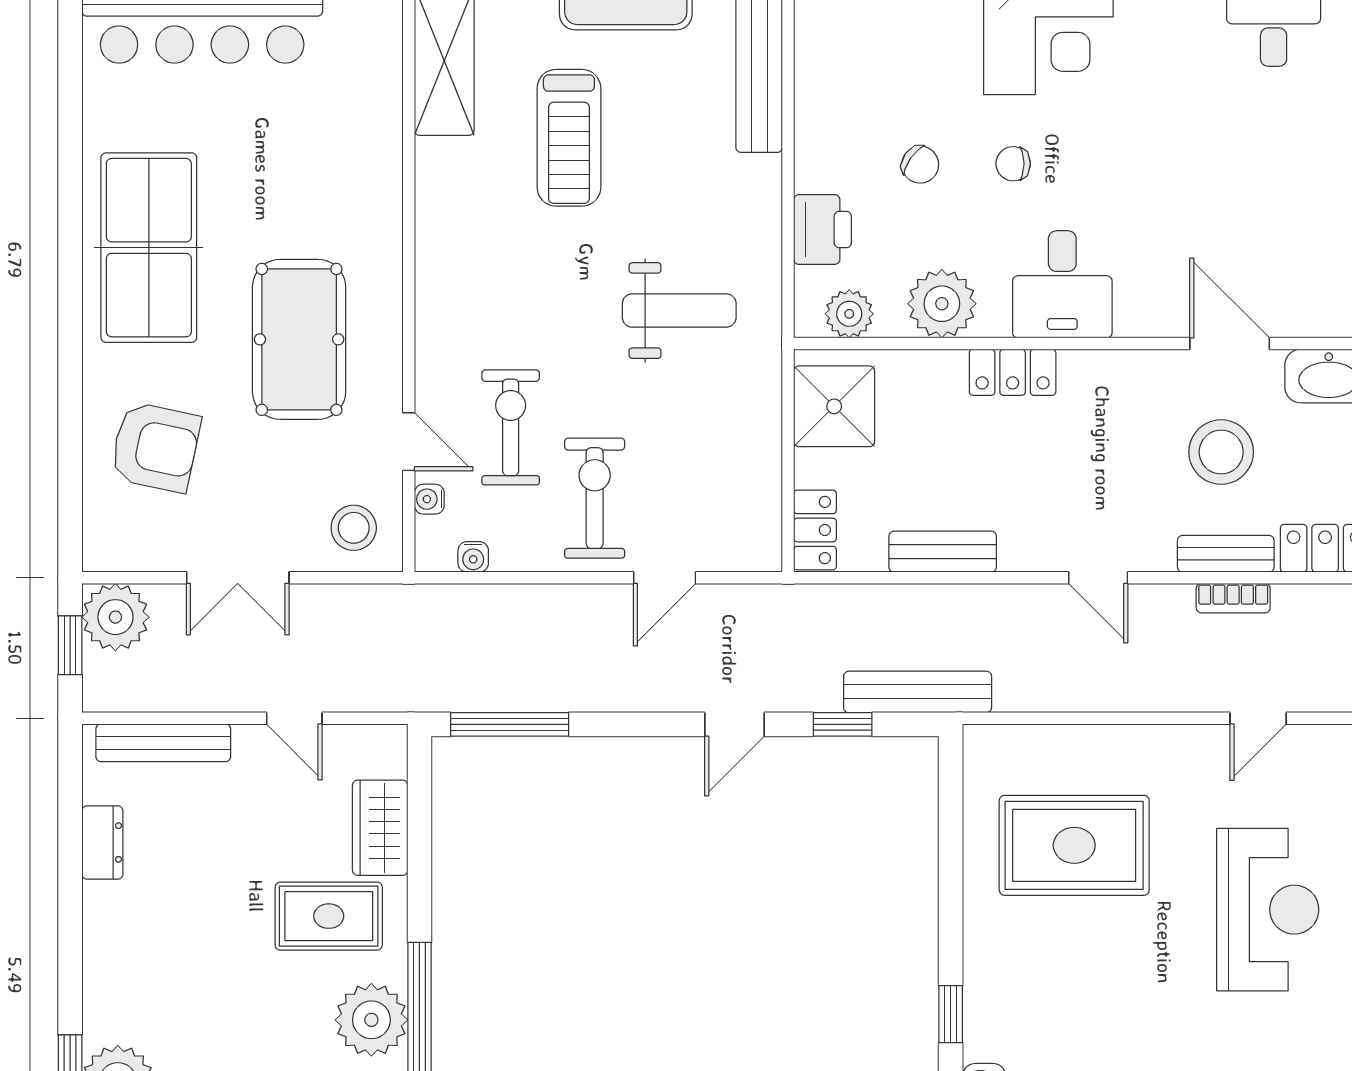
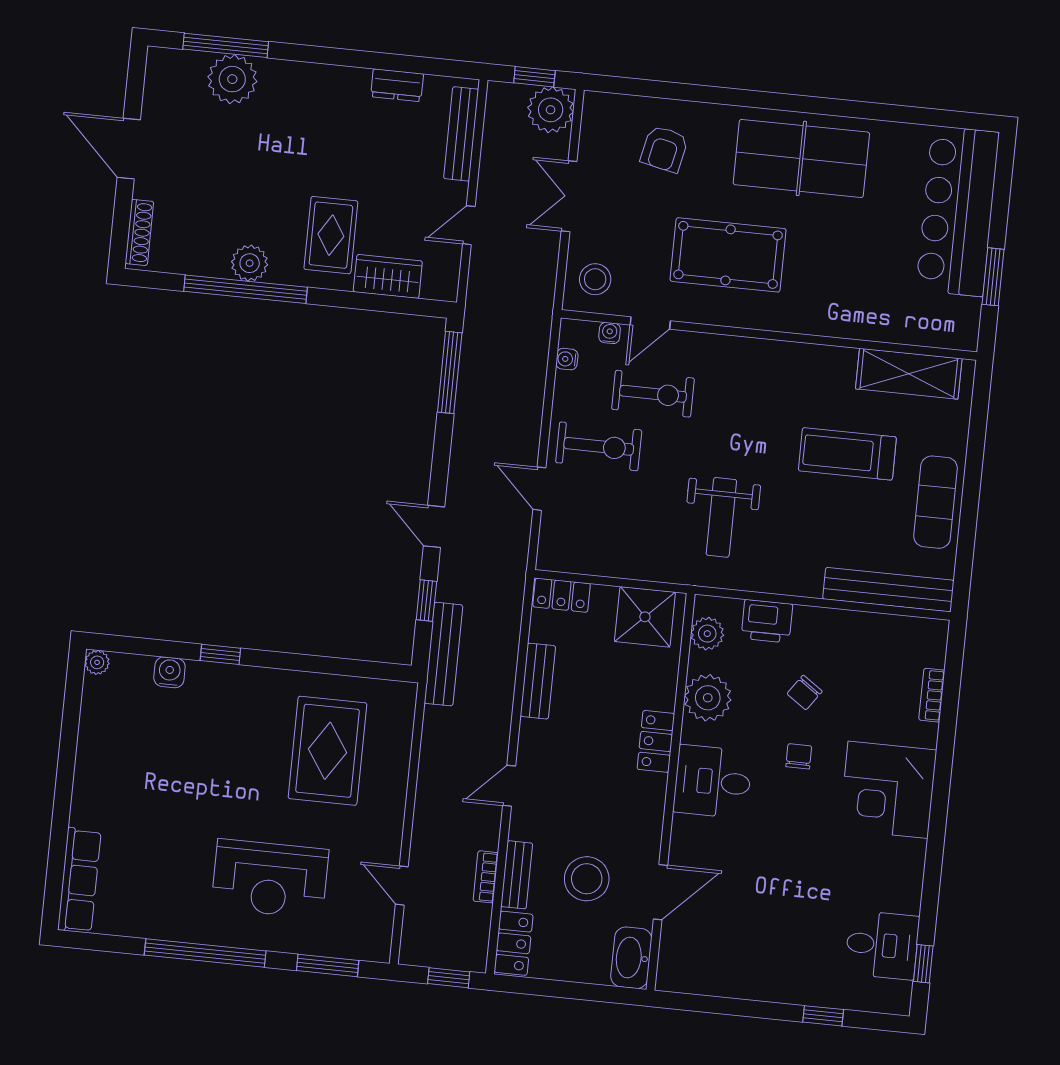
armchair: (155, 447) -> (664, 149), width x0.72, depth x0.72
plant: (371, 1020) -> (250, 263), width x0.73, depth x0.73

